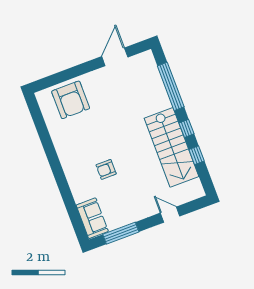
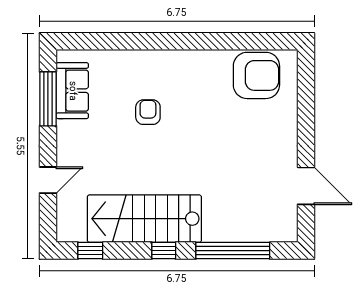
armchair: (71, 100) -> (256, 75), moved, turned 180
window: (197, 155) -> (90, 251), moved
sofa: (92, 218) -> (72, 91), moved, turned -90

